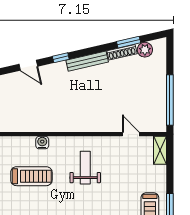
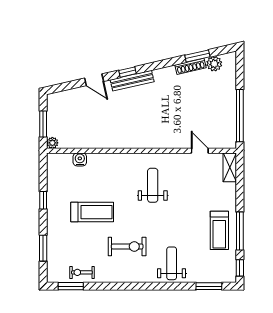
bench: (87, 61) -> (132, 81), moved
water cooler: (42, 143) -> (80, 159), moved
treadmill: (31, 176) -> (92, 212), moved

